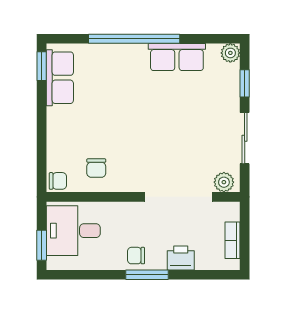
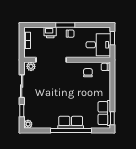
row of seats: (177, 57) -> (71, 122), moved

